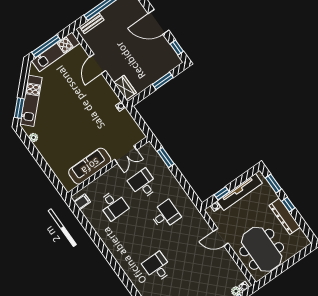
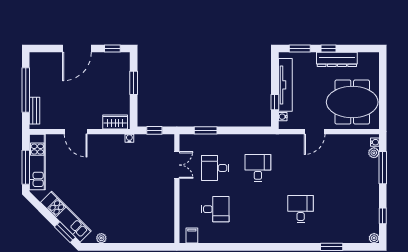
window: (139, 120) -> (154, 130), added
sofa: (90, 166) -> (164, 205), removed
desk: (157, 267) -> (301, 209), turned 90

